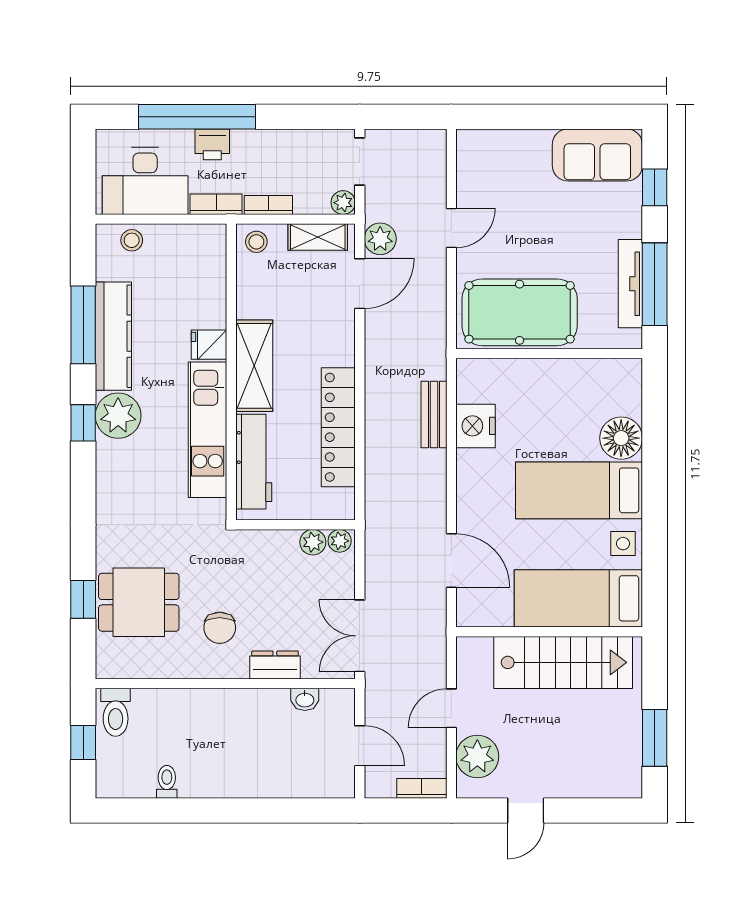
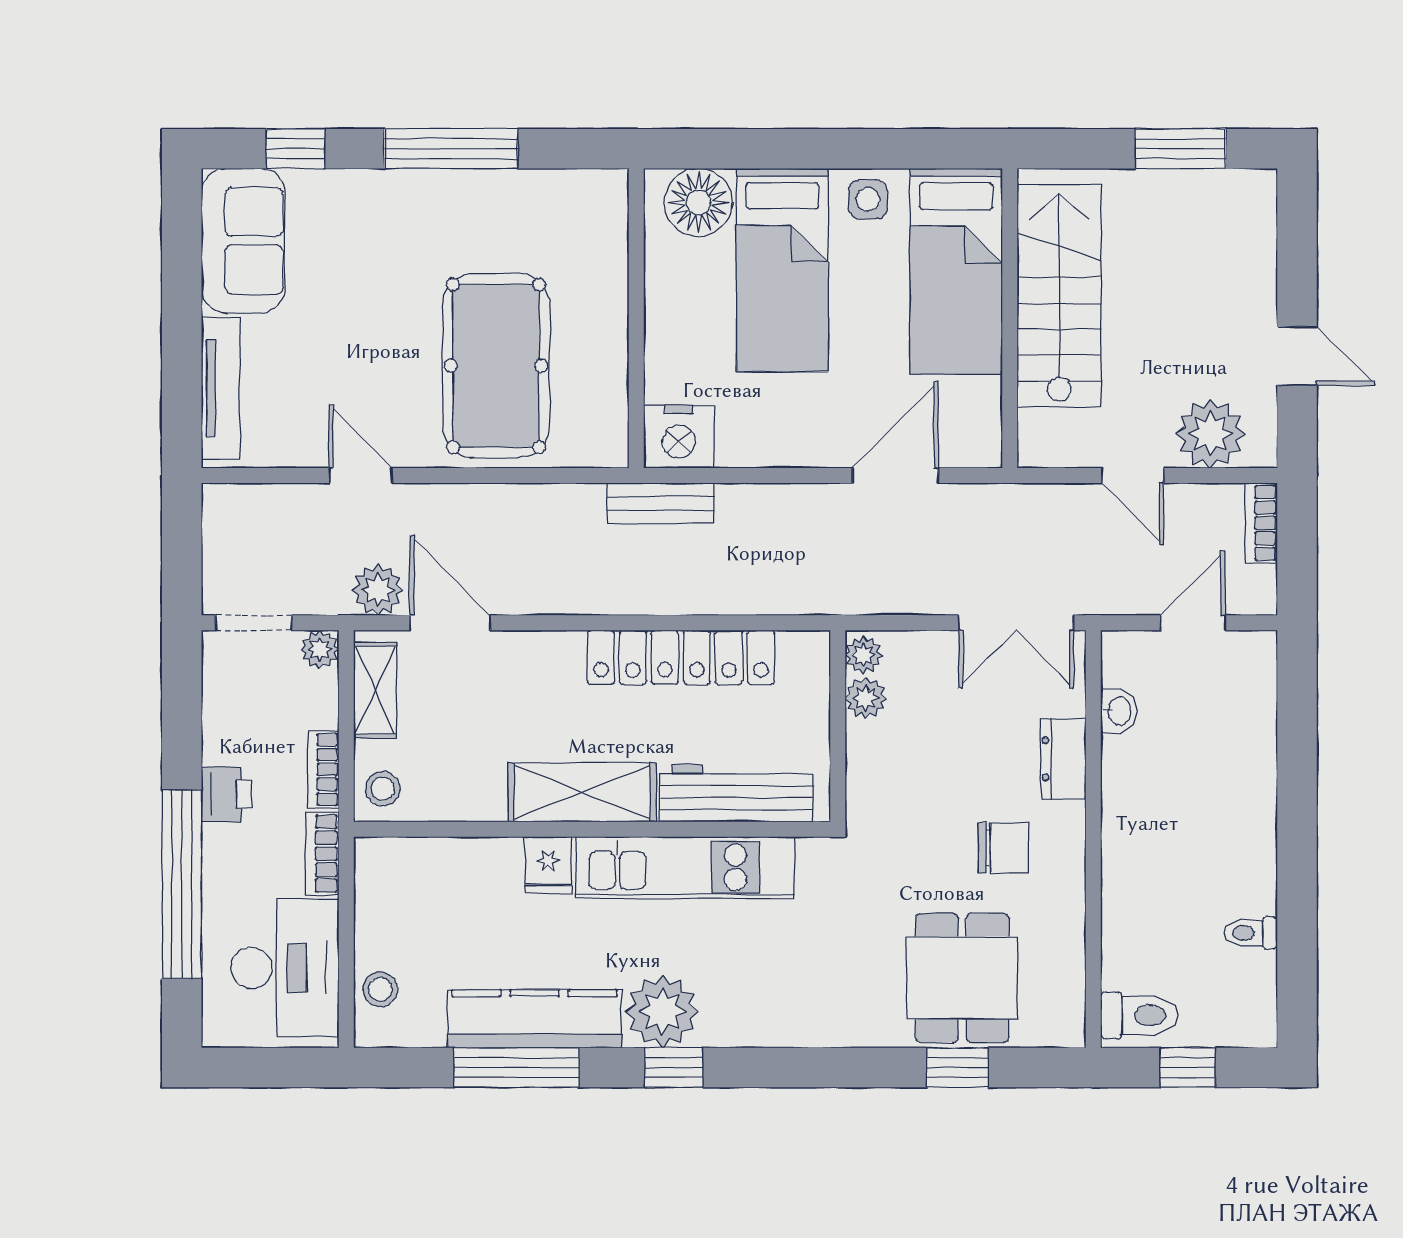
printer: (212, 144) -> (226, 794), moved
tv unit: (630, 284) -> (221, 388), moved, turned -90
wall: (549, 354) -> (636, 318), moved

